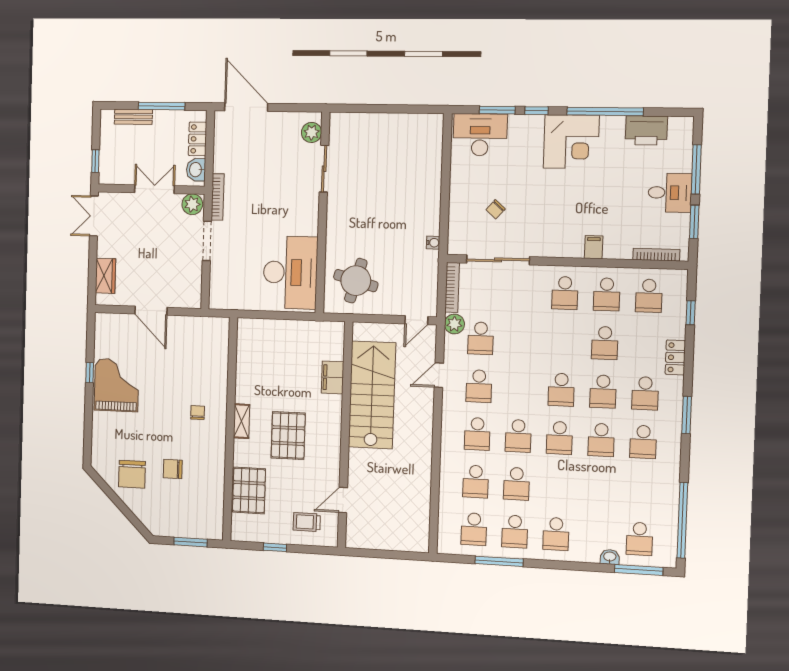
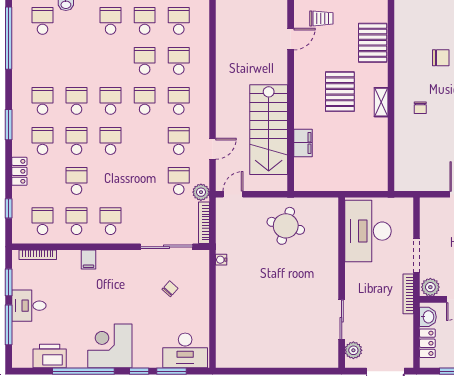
plant: (312, 132) -> (353, 350), moved
sliding door: (324, 169) -> (342, 320), moved
wall: (323, 213) -> (342, 283), moved
desk: (290, 272) -> (368, 231), moved

